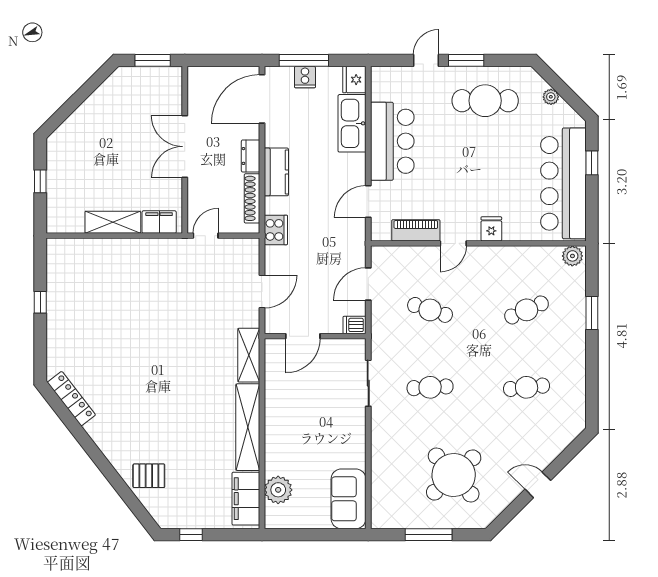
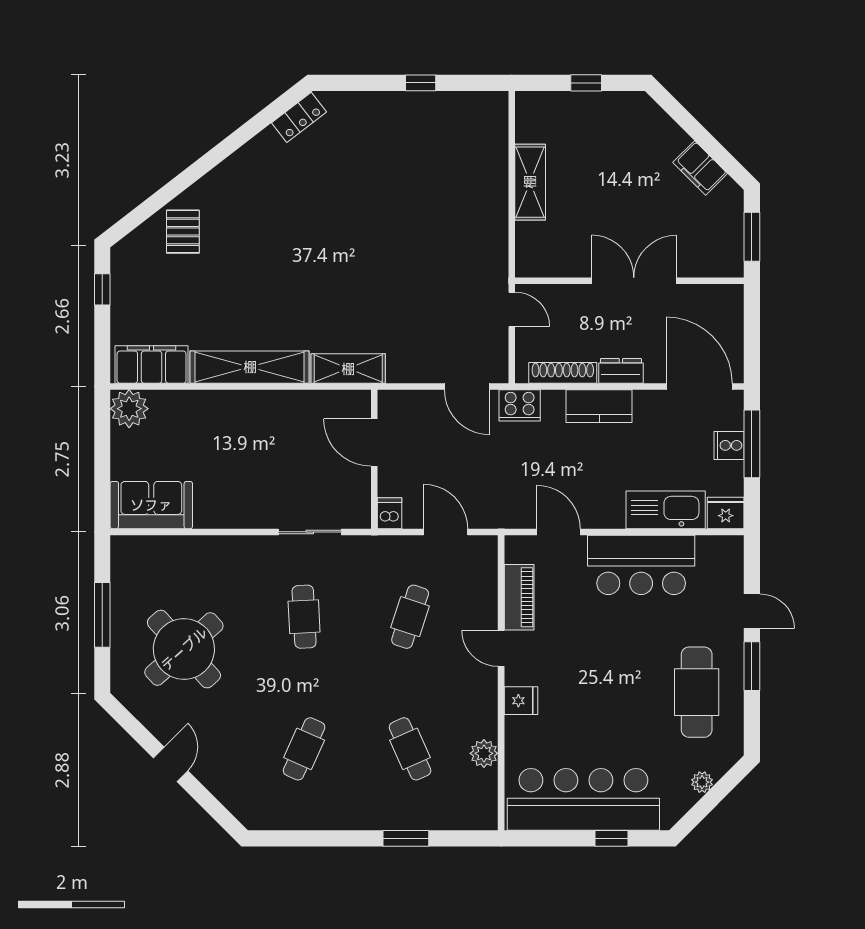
filing cabinet: (159, 222) -> (700, 168), moved, turned 135
plant: (572, 256) -> (484, 753), moved
door: (262, 292) -> (467, 387), moved
cafe table: (527, 387) -> (304, 749), turned 30
locker: (71, 399) -> (299, 117), width x0.66
plant: (278, 490) -> (129, 409), moved

